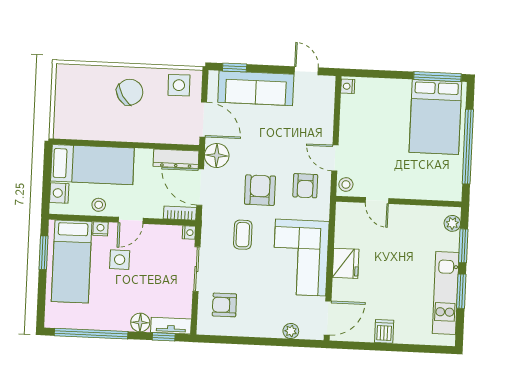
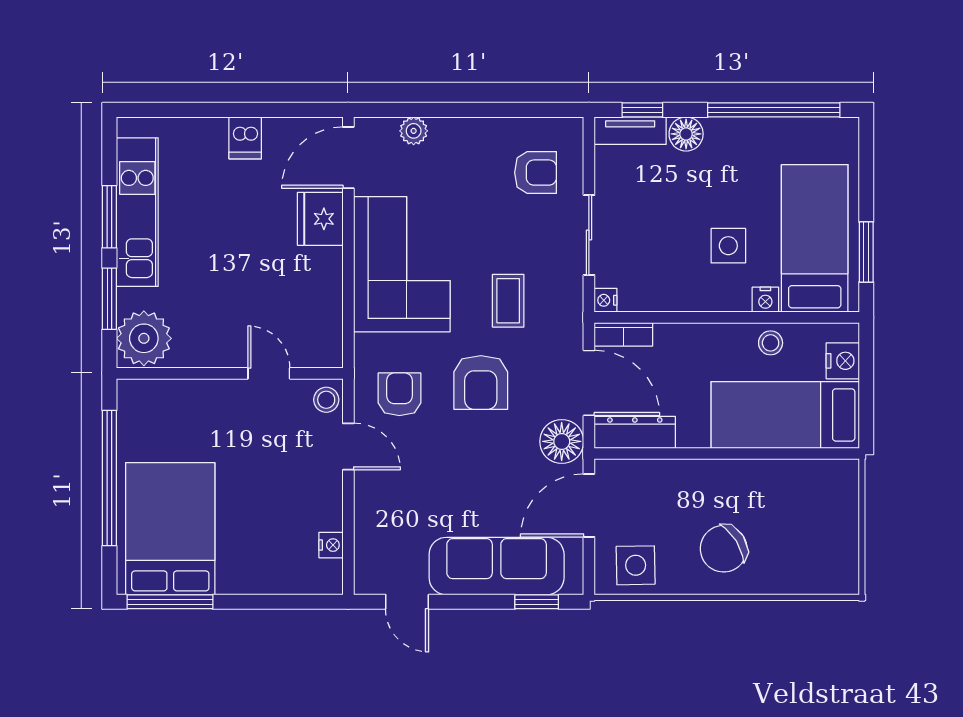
nightstand: (348, 86) -> (331, 545), moved
door: (203, 119) -> (589, 505), hinge flipped
door: (131, 220) -> (712, 317), removed
plant: (452, 223) -> (144, 338), width x1.88, depth x1.88
fridge: (346, 263) -> (320, 219), moved

